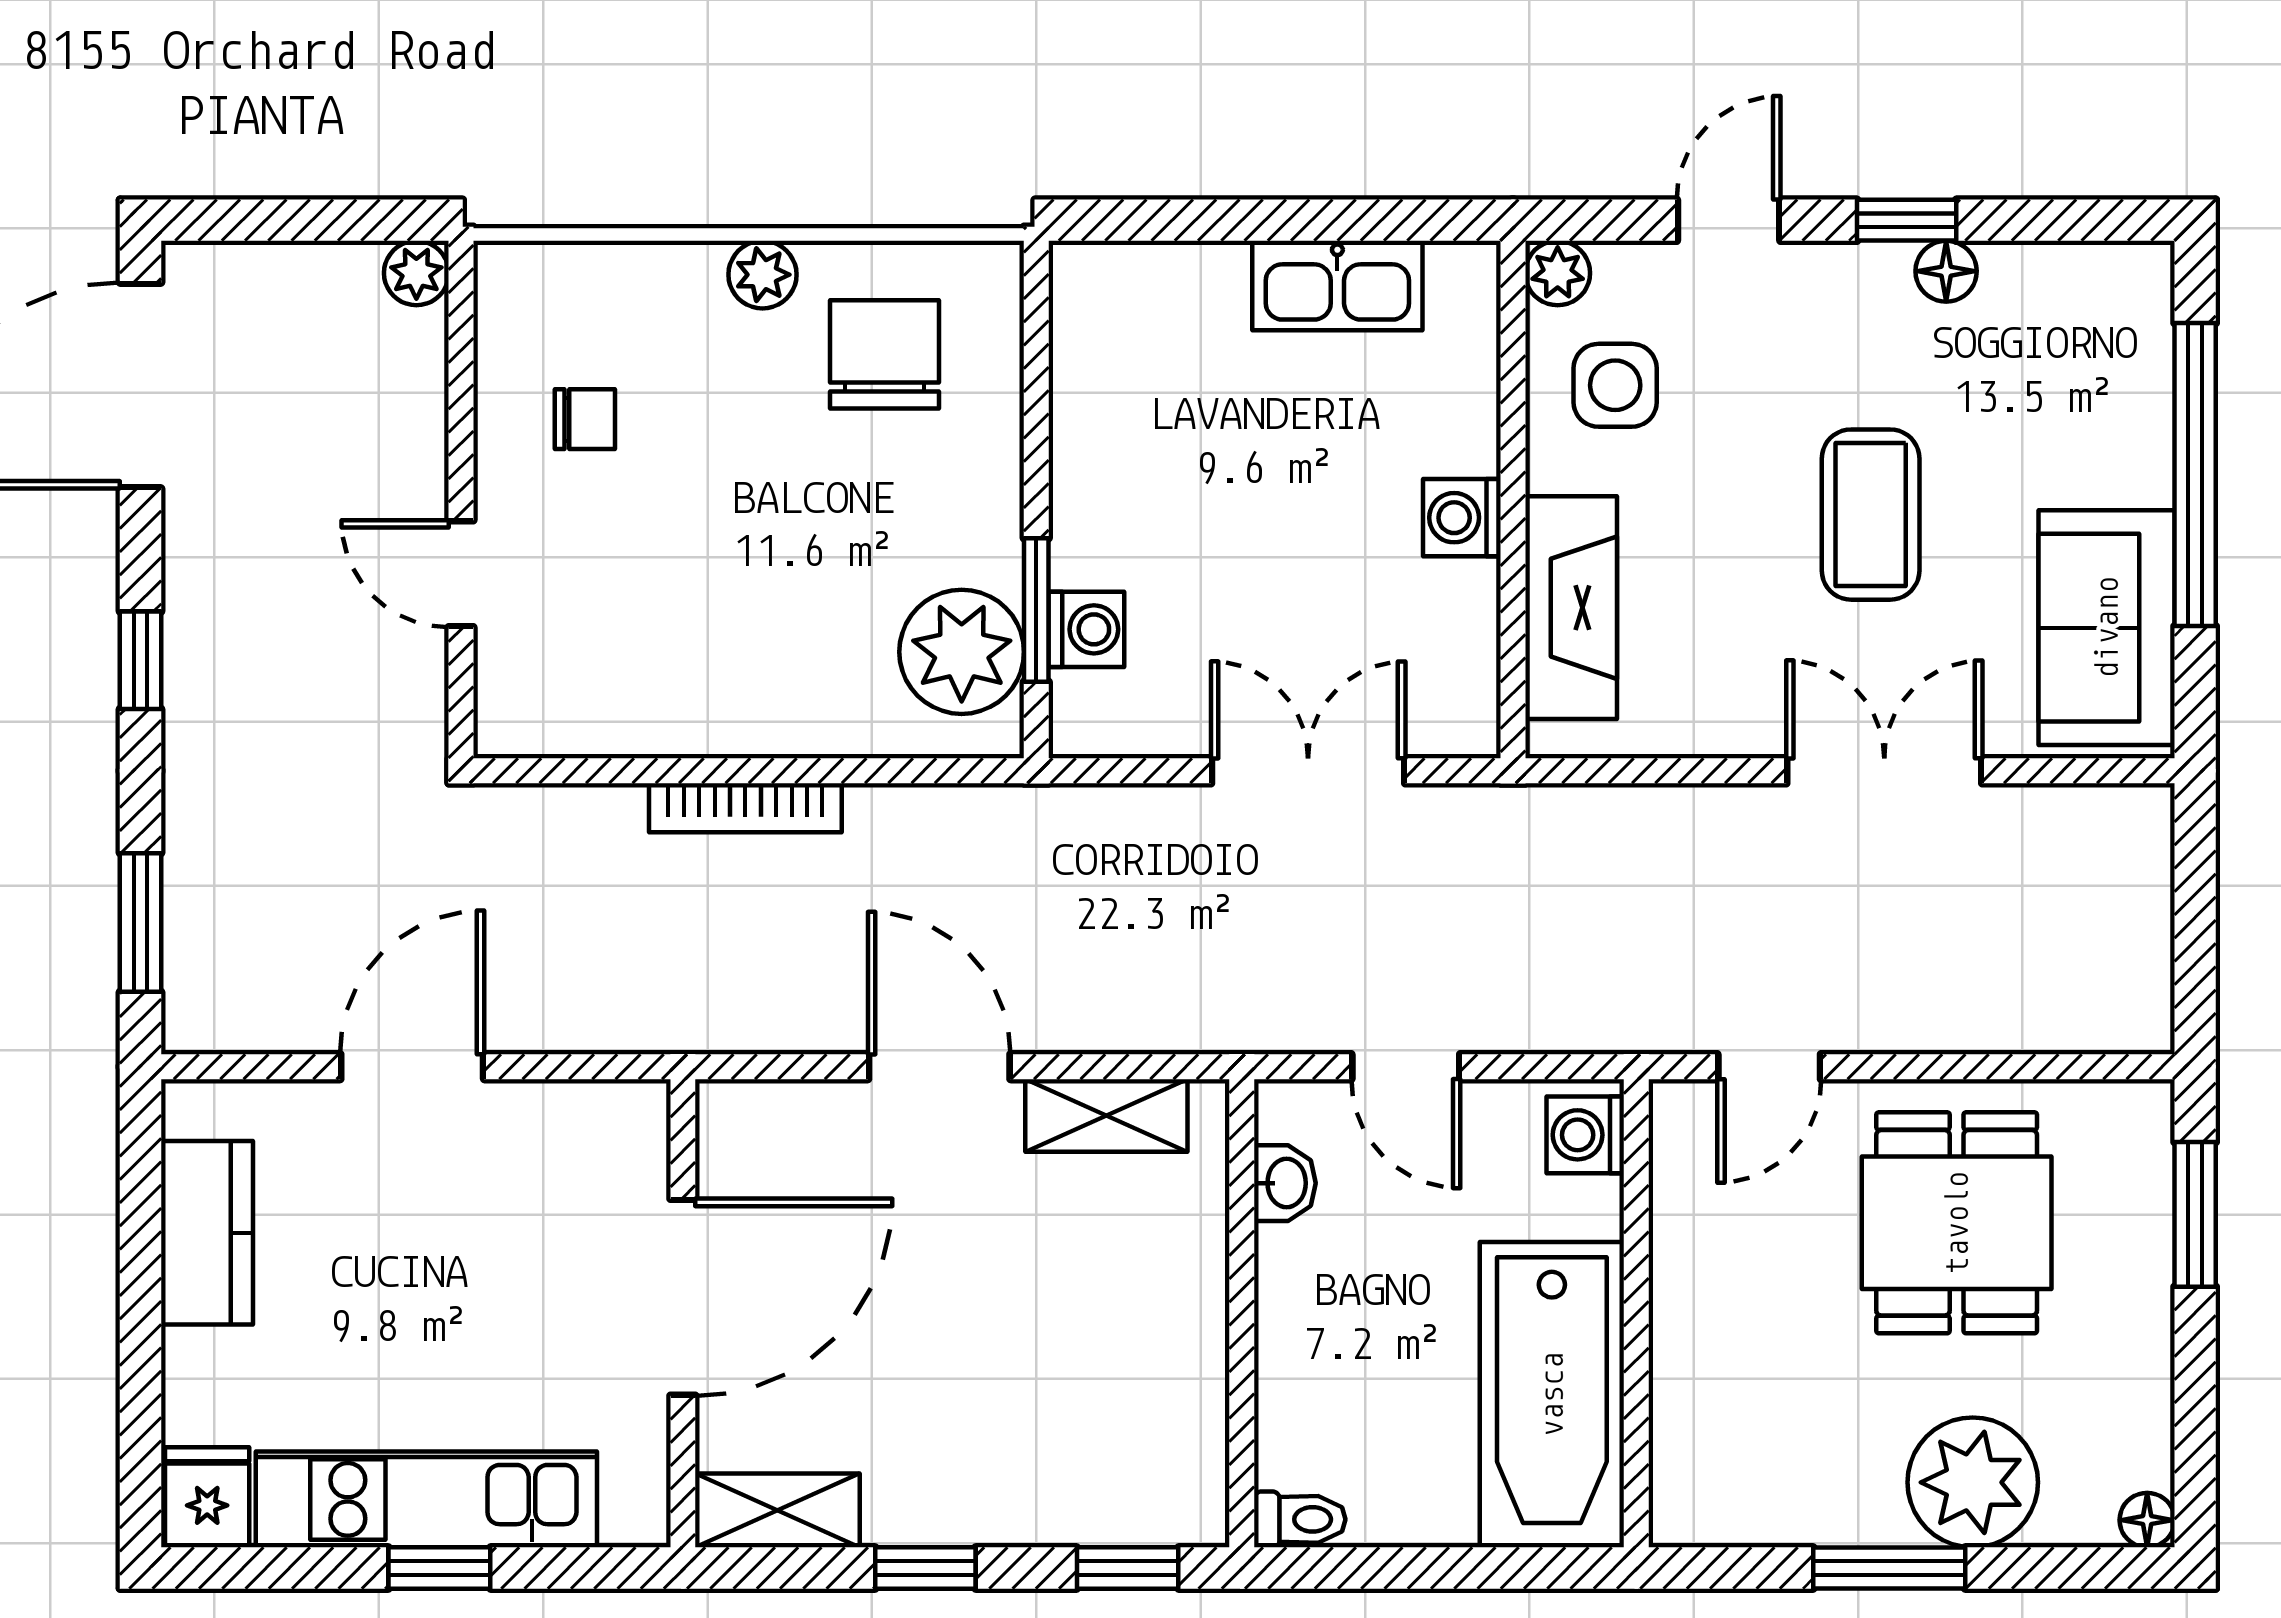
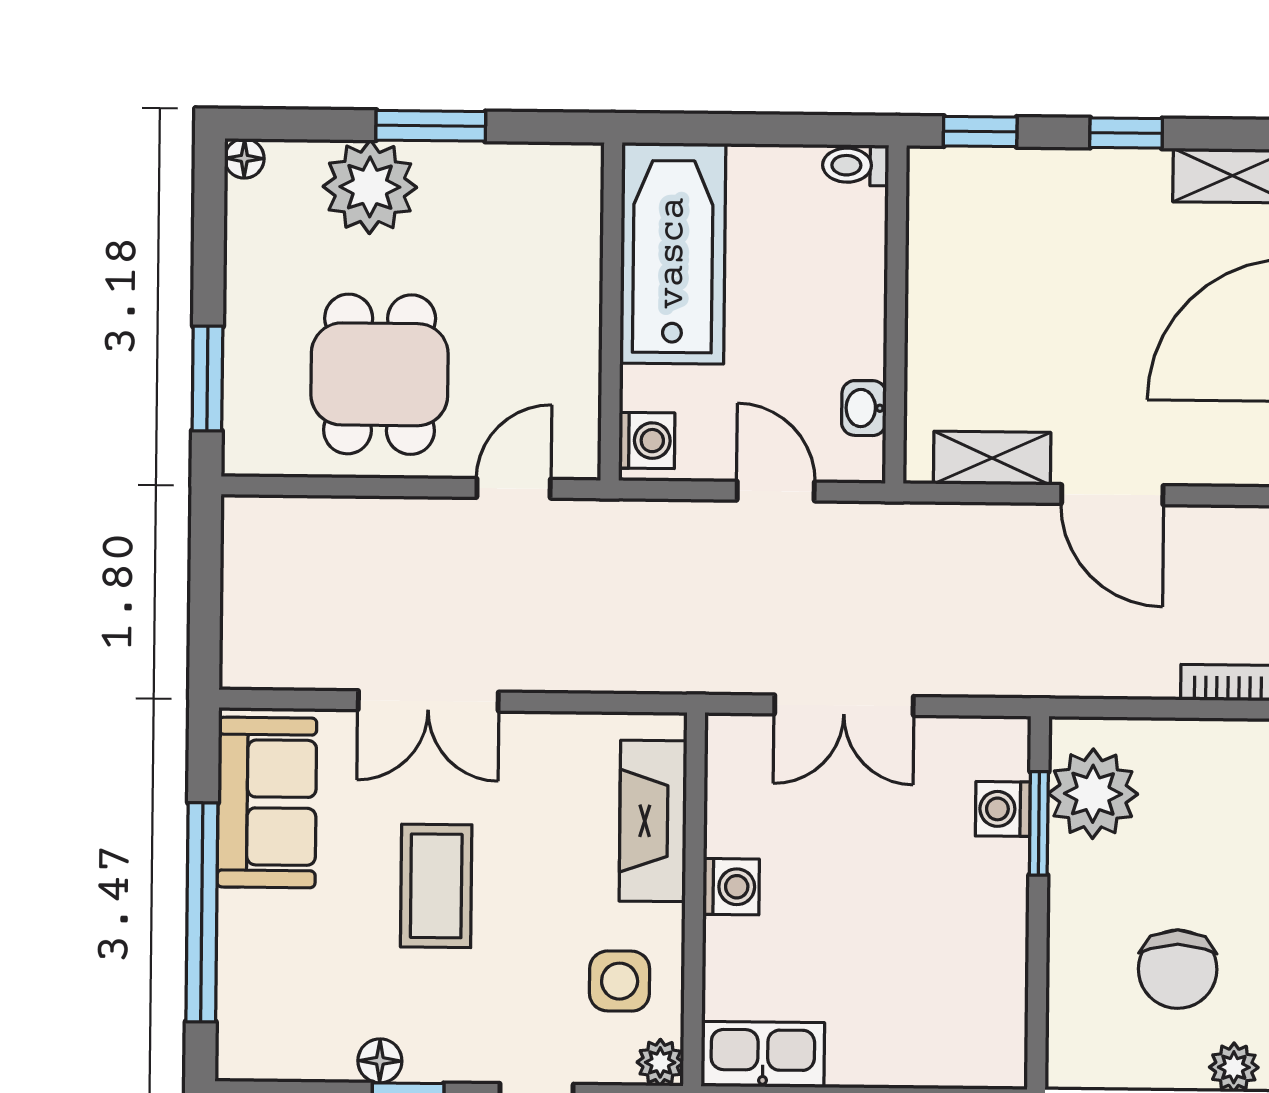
kitchen sink: (1337, 286) -> (763, 1054), moved
chair: (884, 354) -> (1178, 969), moved

